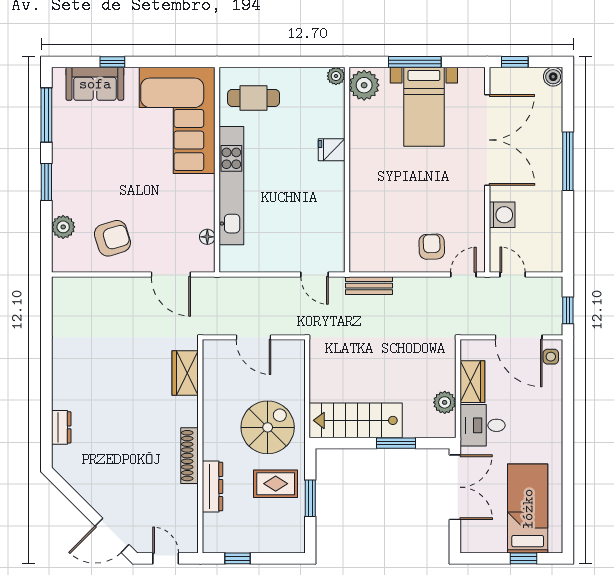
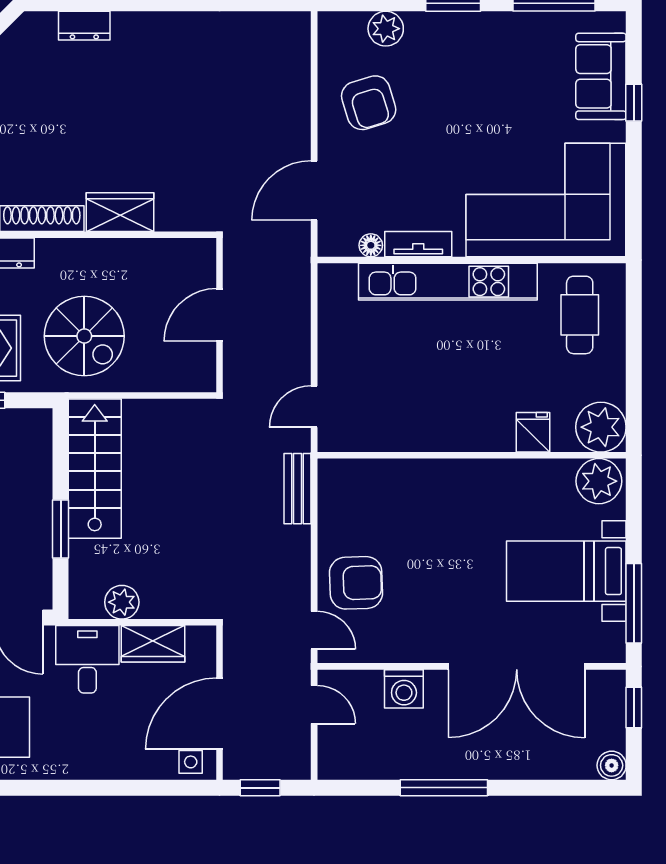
window: (415, 62) -> (634, 603), moved
plant: (336, 76) -> (601, 427), width x1.88, depth x1.88
fridge: (332, 150) -> (533, 432), moved
window: (568, 161) -> (444, 788), moved
tv unit: (206, 205) -> (418, 244), added
armchair: (432, 247) -> (356, 583), width x1.38, depth x1.38
door: (513, 275) -> (314, 704), hinge flipped
wardrobe: (185, 373) -> (120, 212), moved

